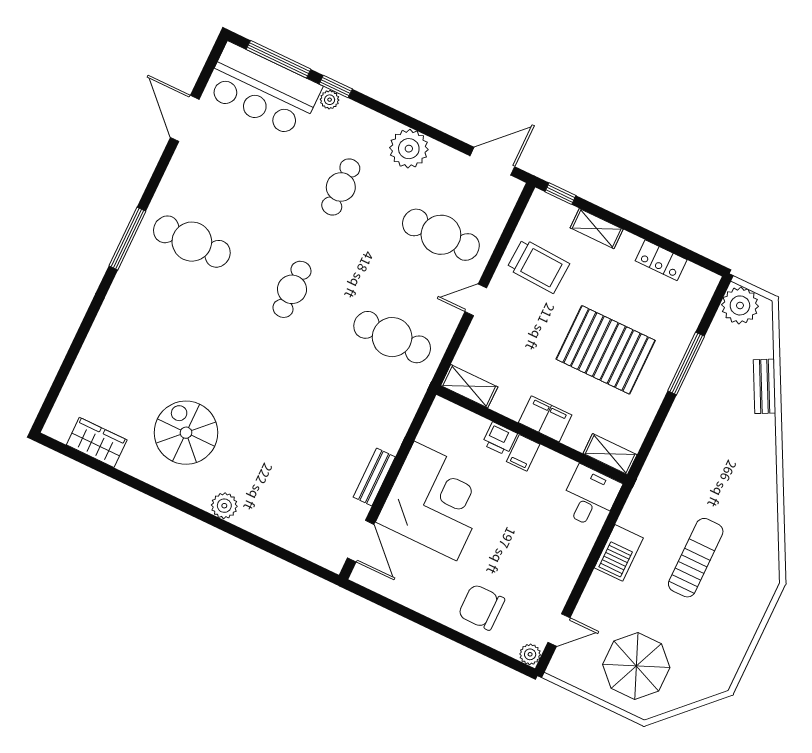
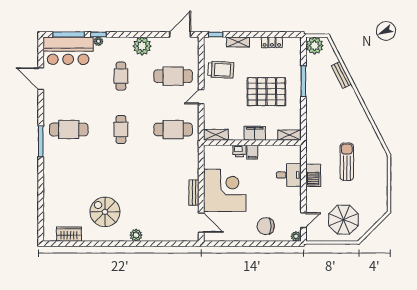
desk: (590, 497) -> (289, 175), moved, turned 90

